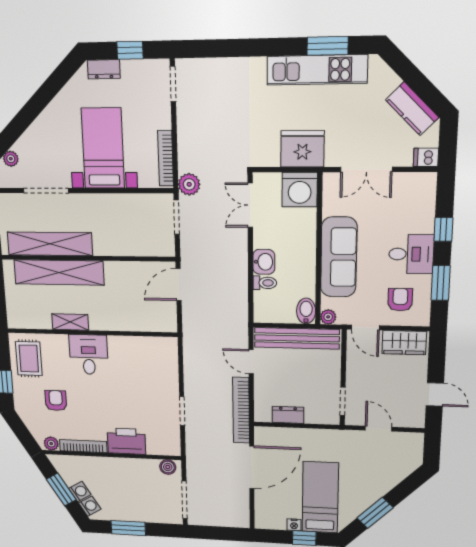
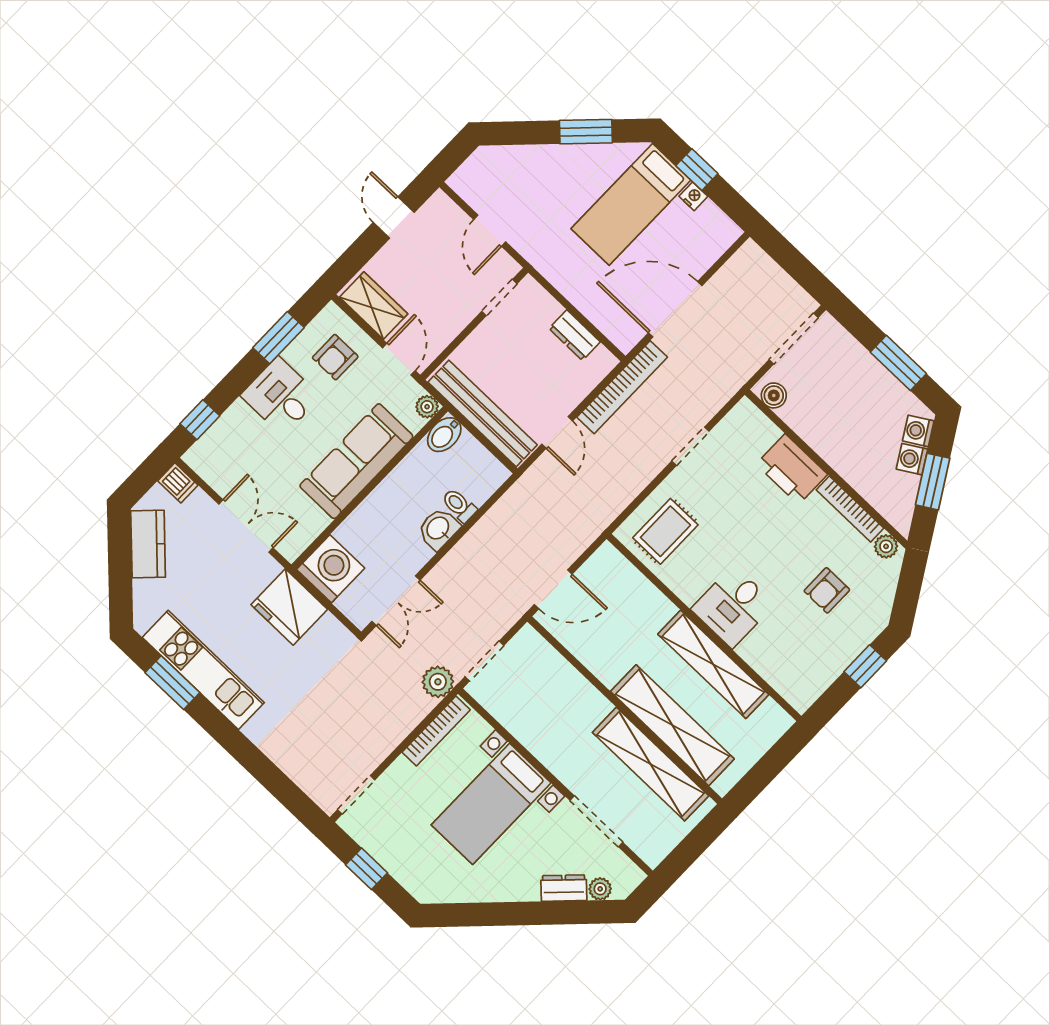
dresser: (104, 69) -> (564, 888), moved, turned -45
window: (443, 229) -> (200, 420), moved
shelving: (70, 322) -> (713, 664), width x2.20, depth x1.33
rug: (29, 358) -> (665, 531), moved

